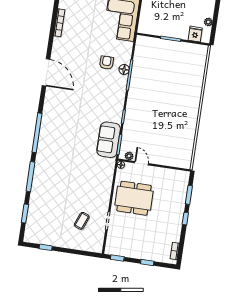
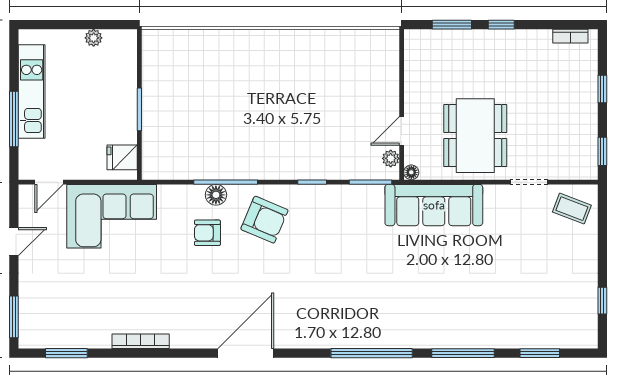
fridge: (195, 34) -> (122, 157), moved
armchair: (109, 91) -> (264, 220), added
sofa: (109, 140) -> (434, 205), moved, width x1.36
coffee table: (82, 221) -> (572, 209), moved

